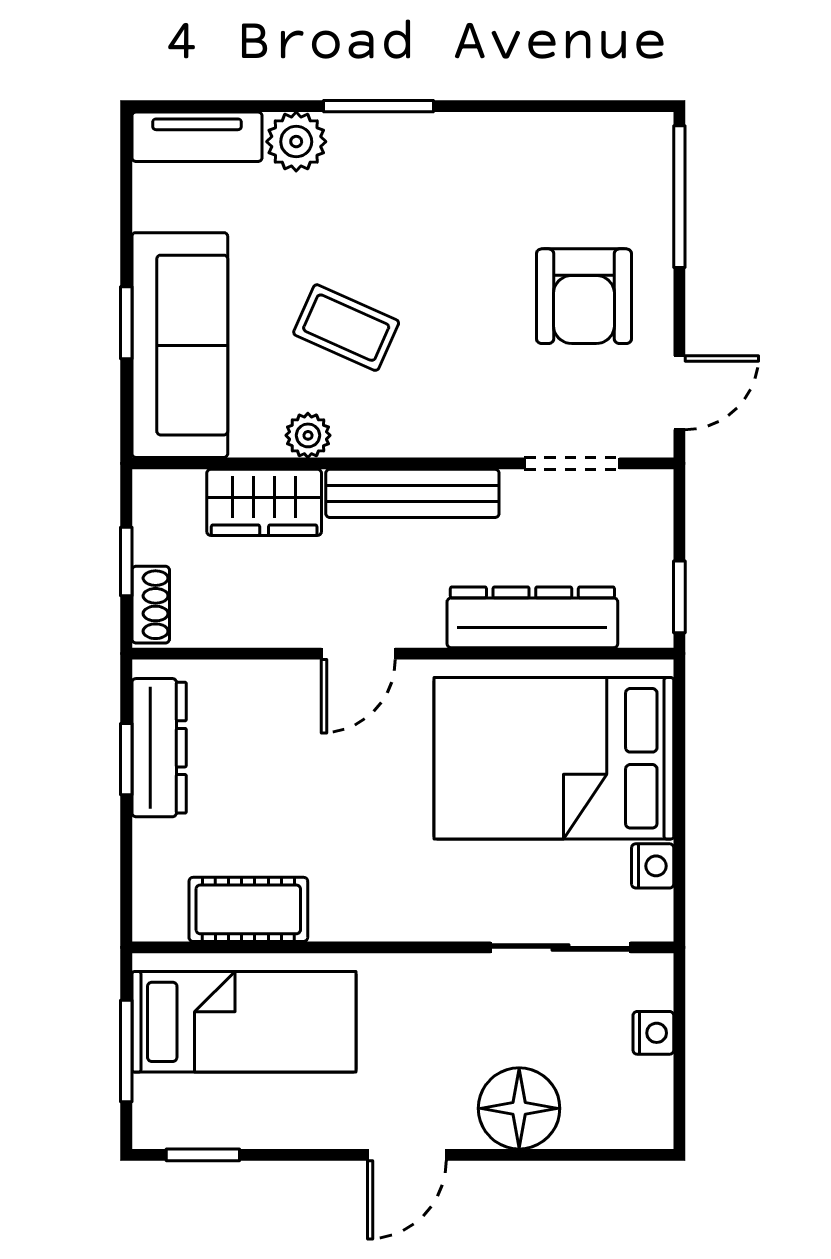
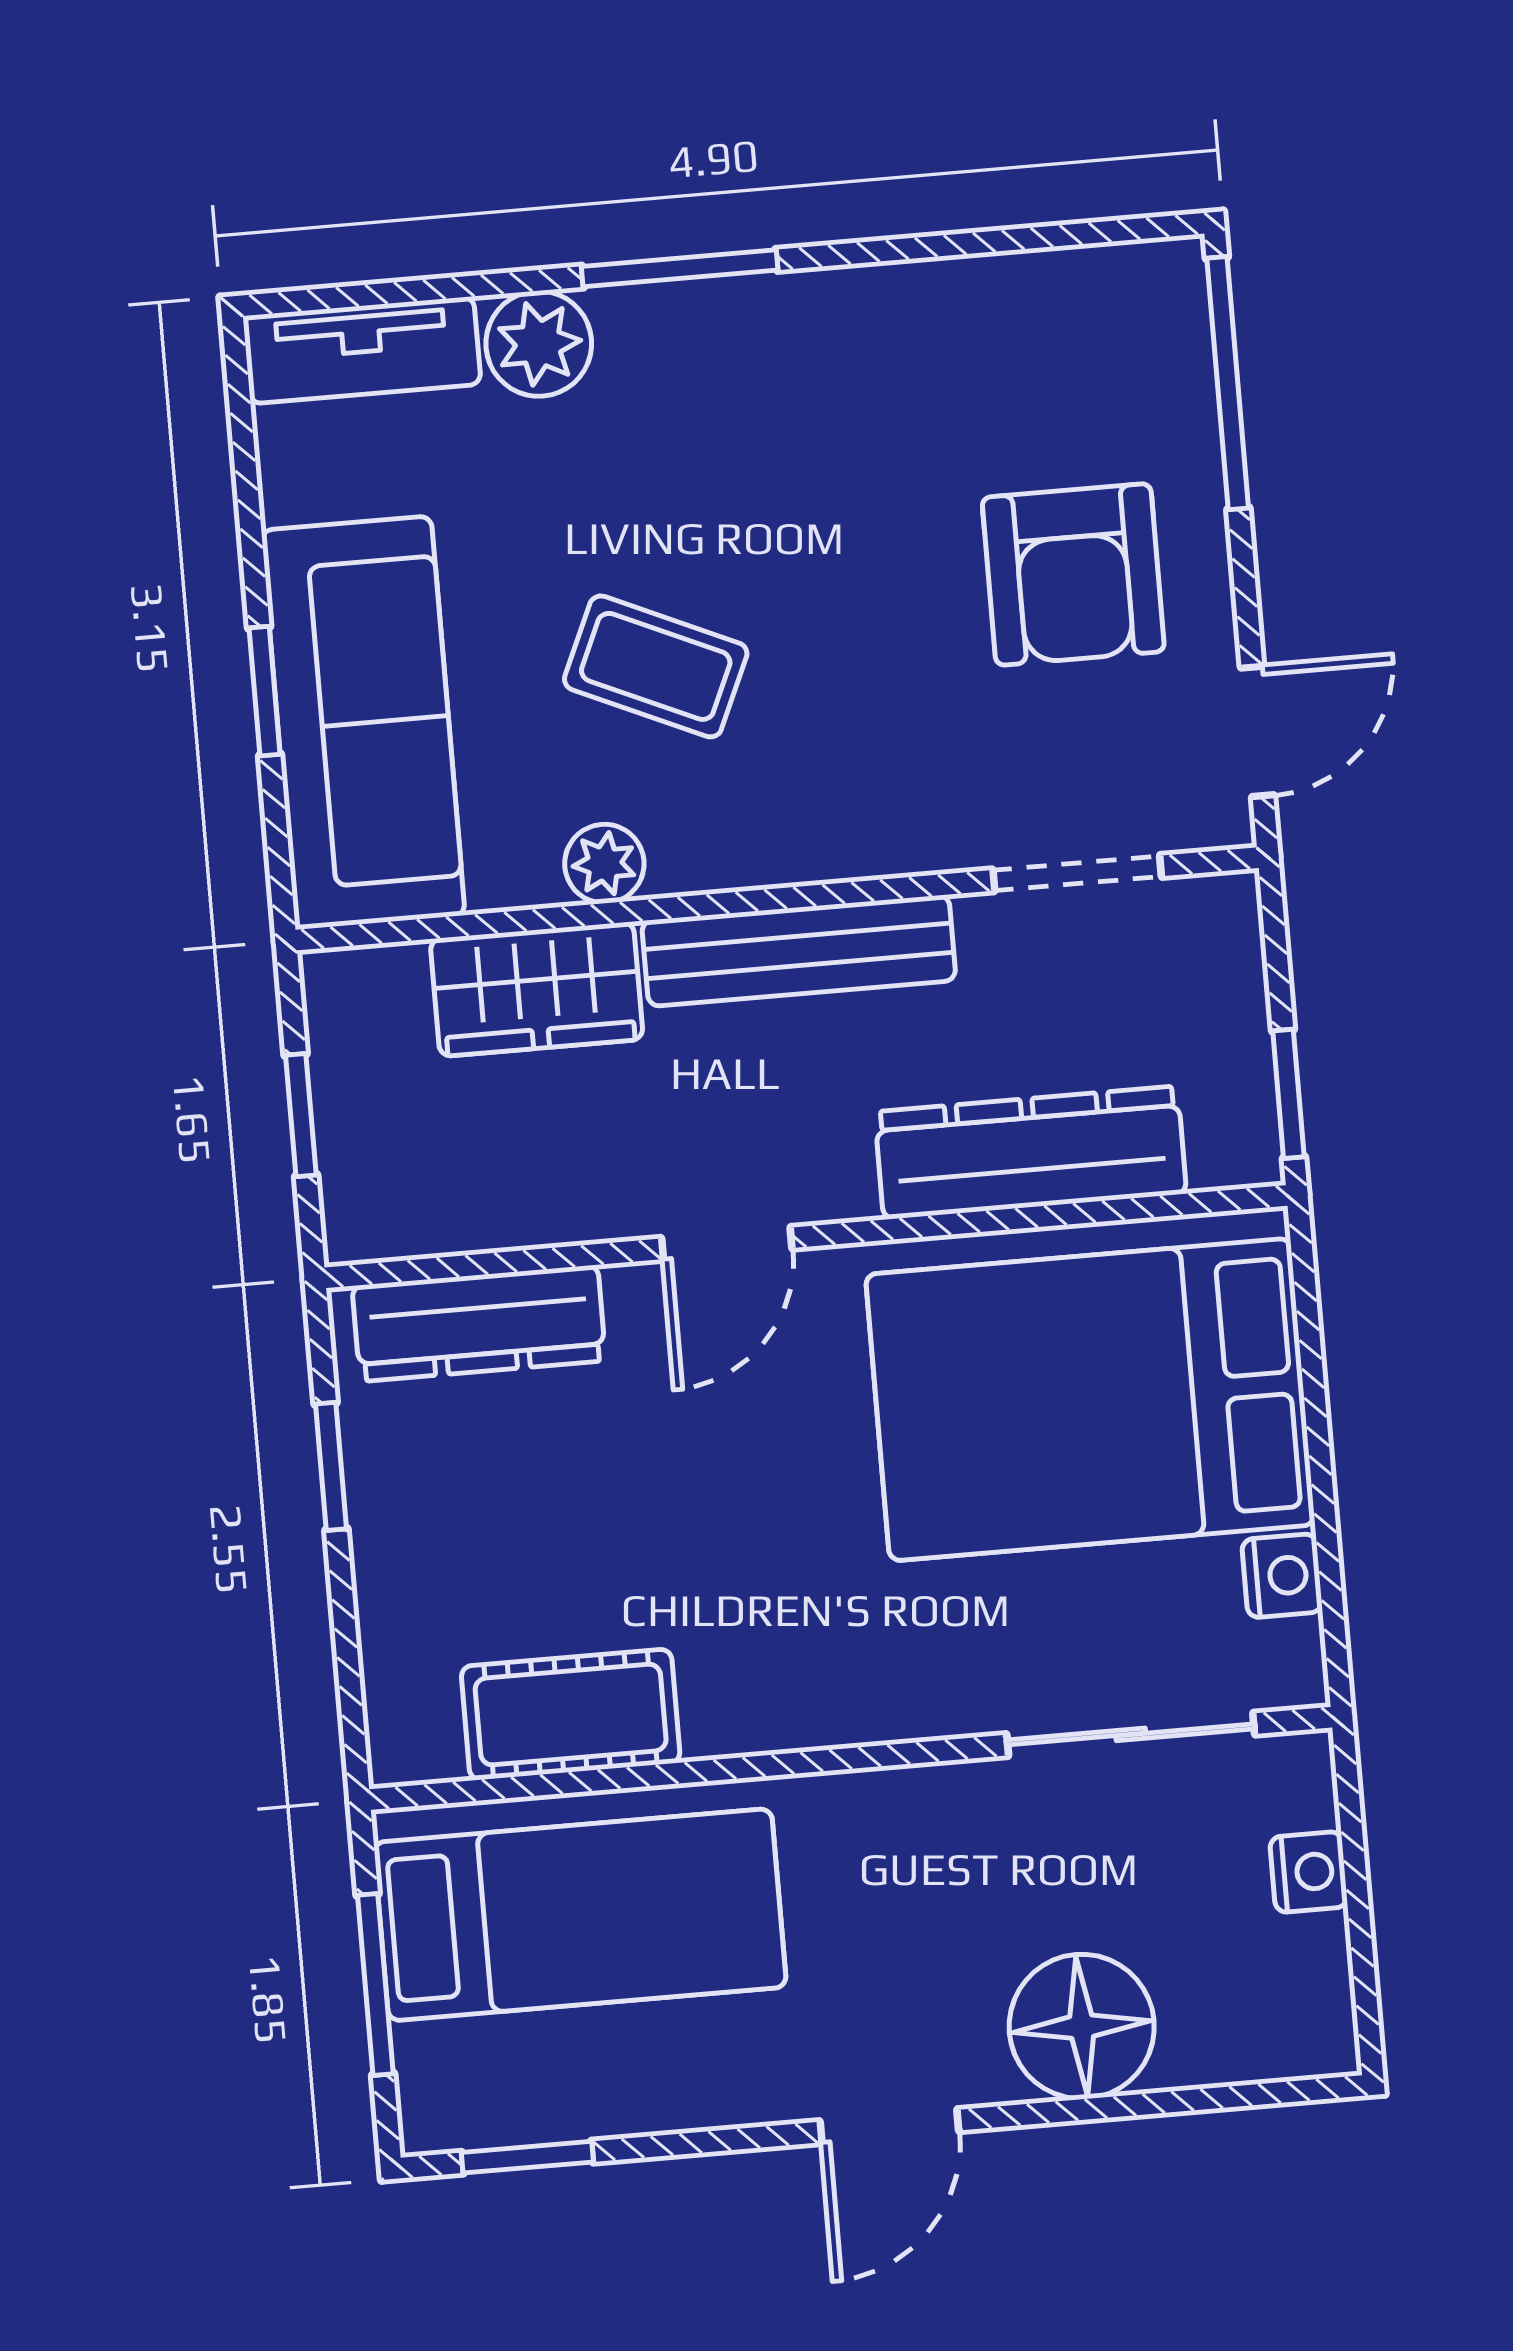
shoe rack: (151, 605) -> (351, 1188), removed
dresser: (159, 748) -> (479, 1323), moved, turned 90

